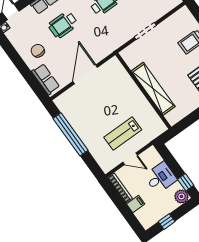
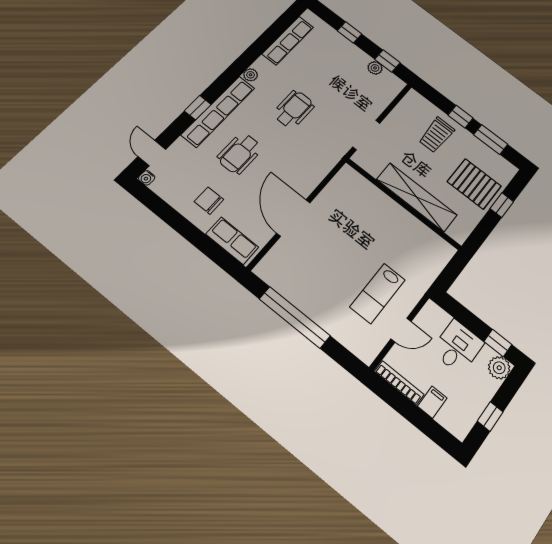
shelving: (153, 89) -> (417, 197), moved
wall: (143, 91) -> (403, 204), moved

